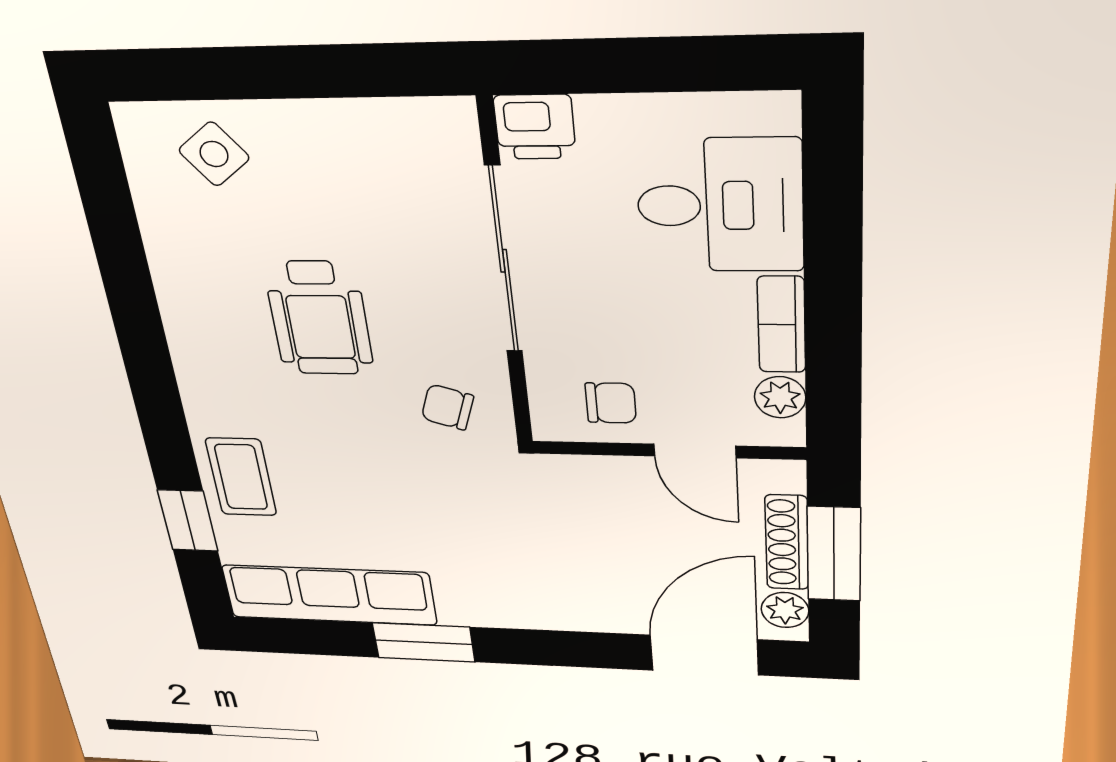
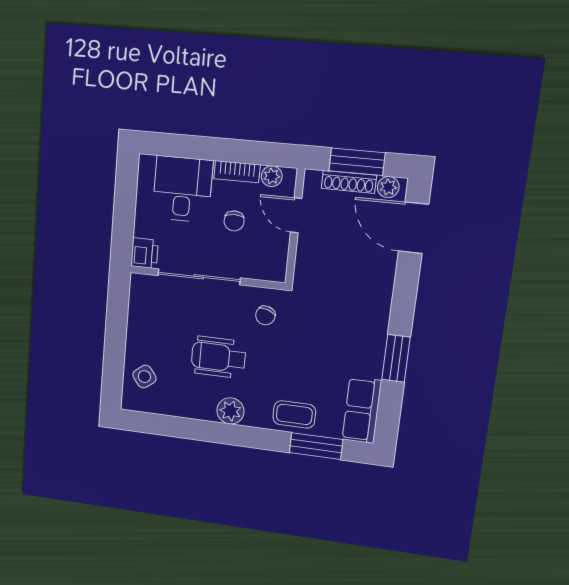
wheelchair: (319, 318) -> (218, 357), turned 180
plant: (201, 353) -> (230, 411), added
chair: (611, 403) -> (234, 221), moved, turned 180
door: (695, 451) -> (296, 215), swing flipped
window: (188, 521) -> (316, 446), width x1.50
row of seats: (329, 595) -> (362, 410), width x0.68

